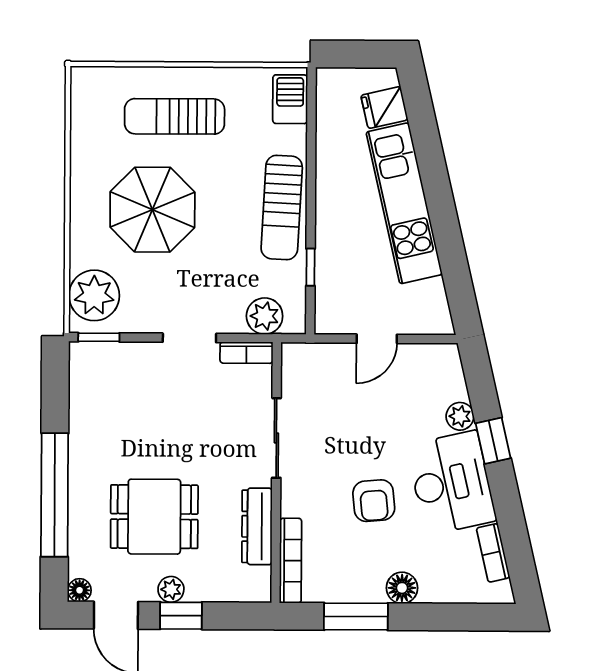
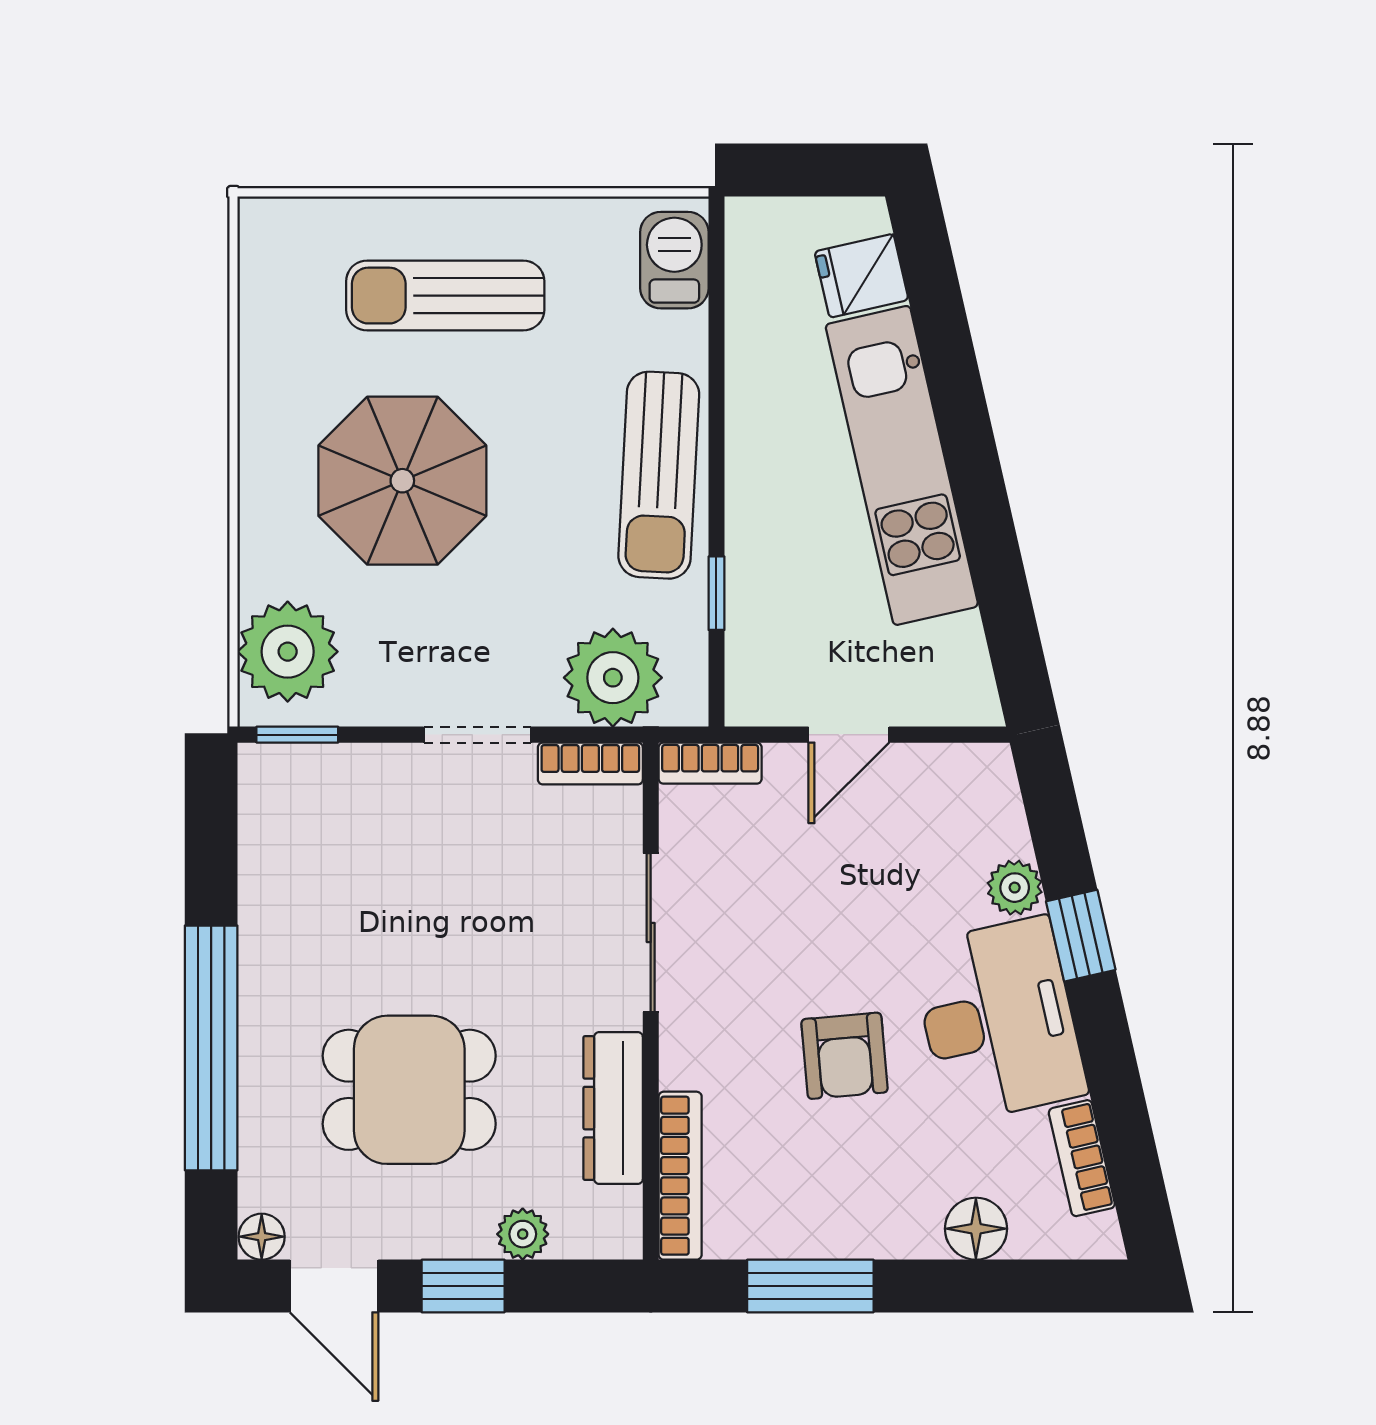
plant: (265, 316) -> (613, 678), width x1.36, depth x1.36
bookcase: (307, 353) -> (710, 763), added
floor lamp: (402, 588) -> (976, 1229), moved
plant: (171, 589) -> (523, 1234), moved

